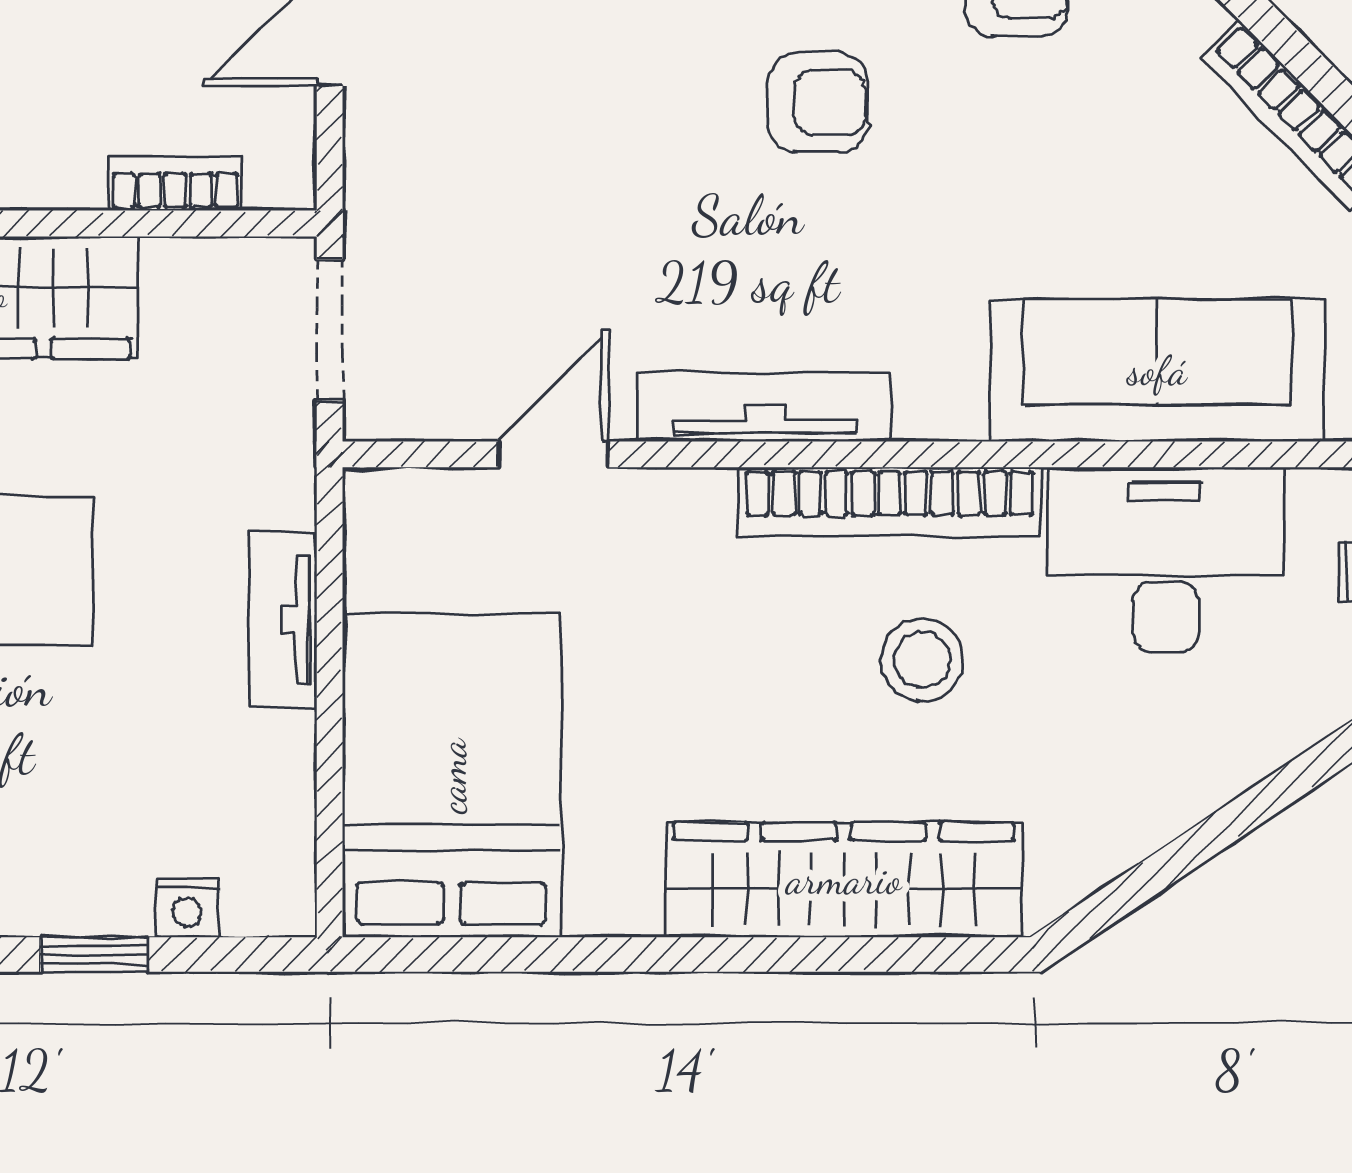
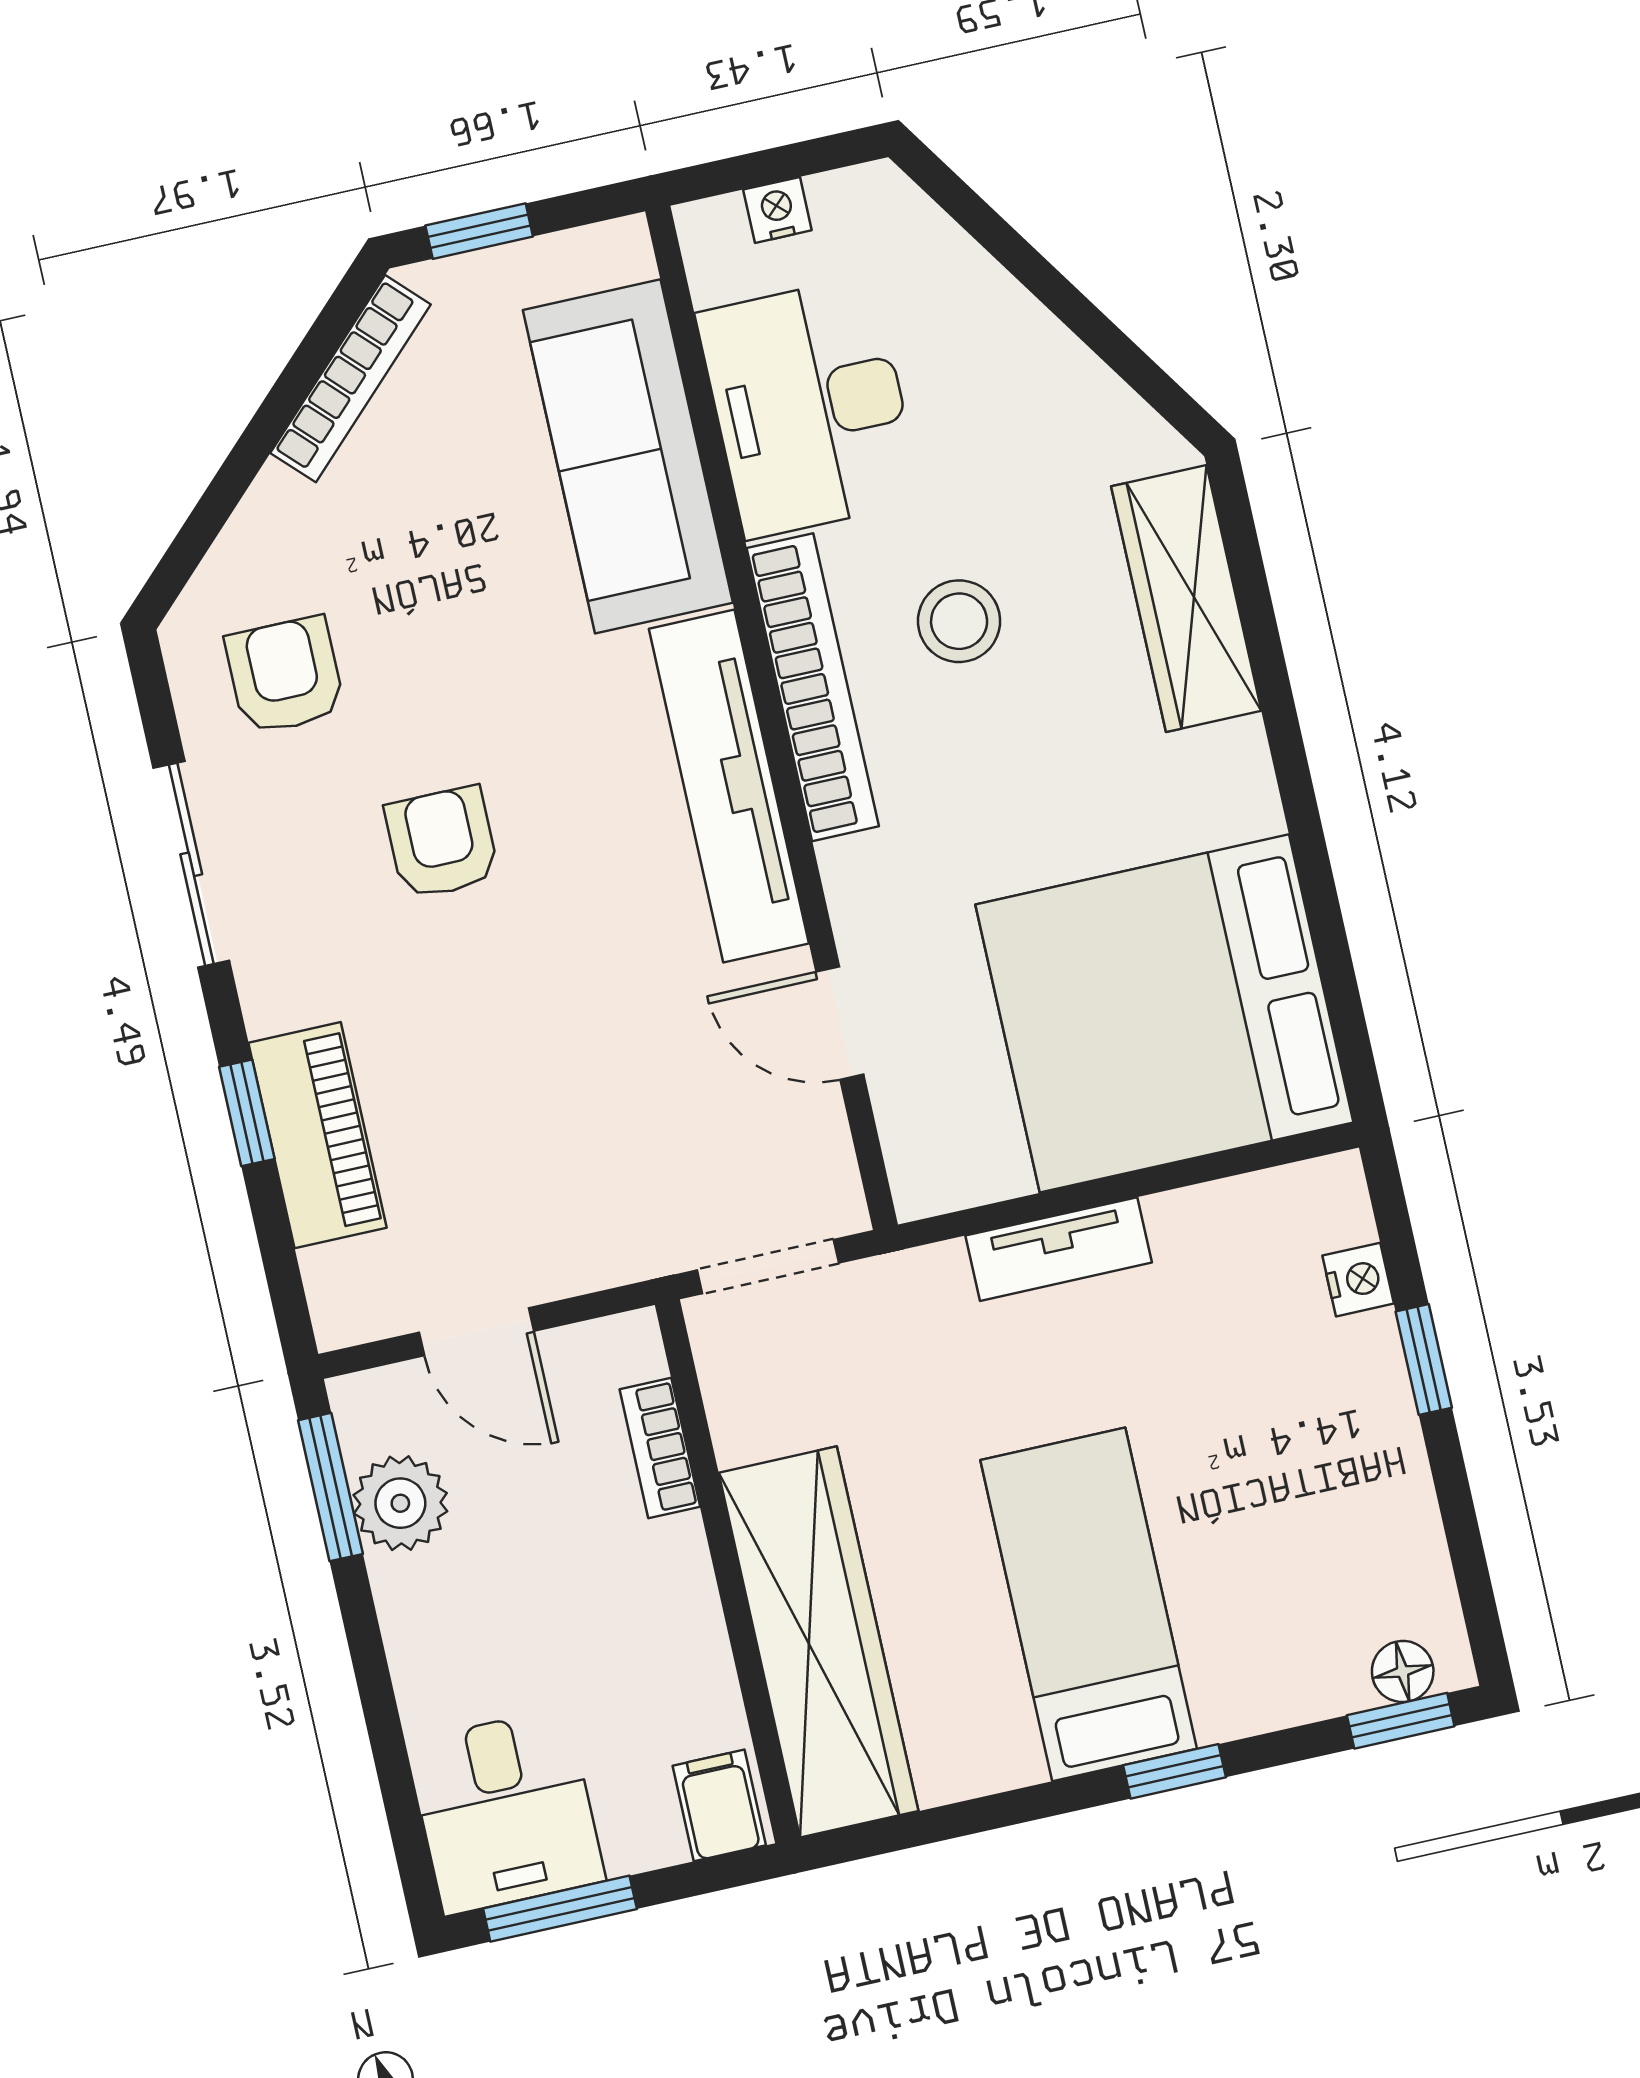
tv unit: (765, 407) -> (729, 786), width x1.36, depth x1.29
bed: (452, 776) -> (1164, 1013), width x1.36
wardrobe: (844, 880) -> (1186, 599), width x0.71, depth x0.85

